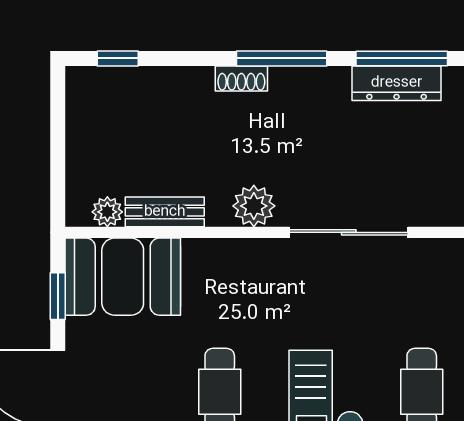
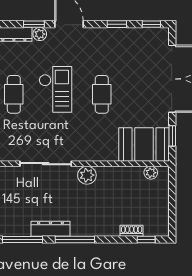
shoe rack: (241, 78) -> (132, 231), moved
dresser: (397, 83) -> (50, 229), moved
bench: (165, 212) -> (126, 173), removed

